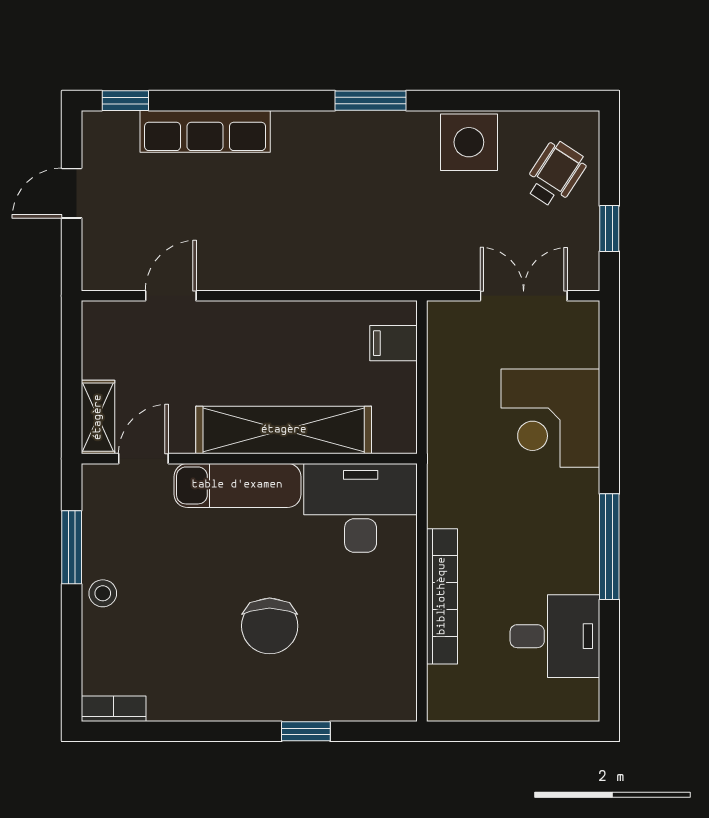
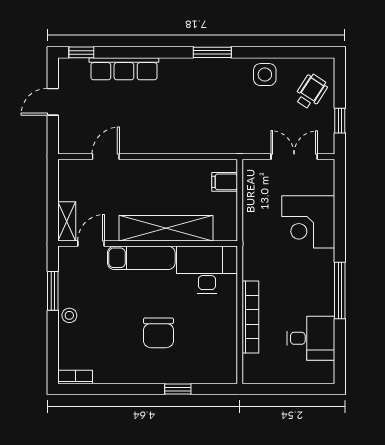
side table: (469, 142) -> (265, 75), width x0.73, depth x0.73

